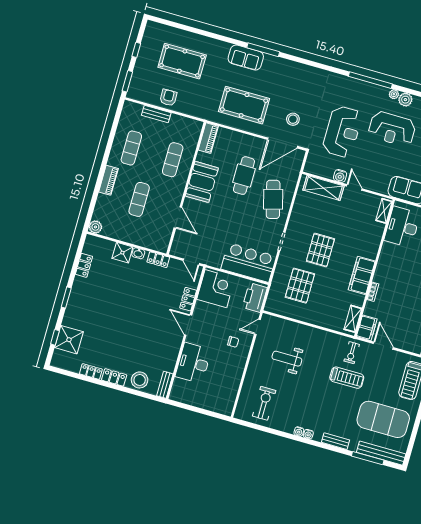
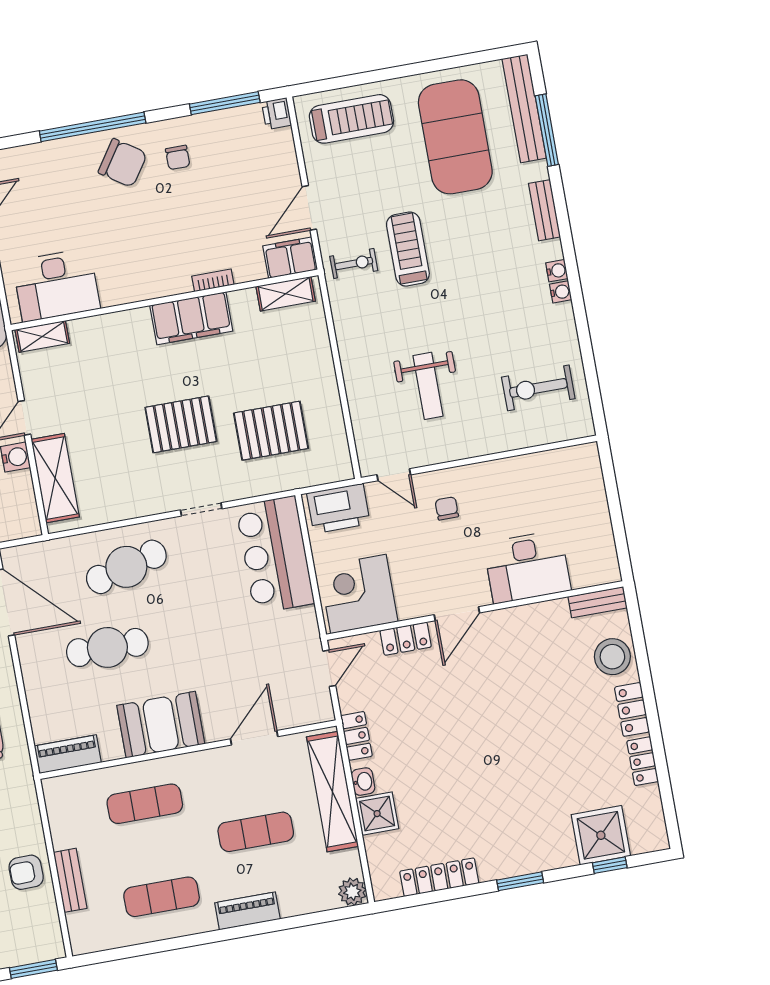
shelving: (140, 239) -> (332, 792), added
locker: (84, 265) -> (439, 877), width x1.53

